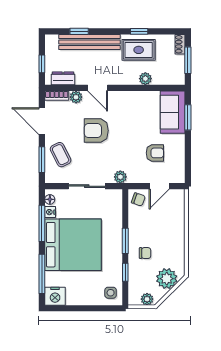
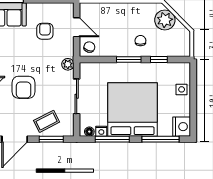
side table: (111, 293) -> (182, 89), moved
plant: (147, 299) -> (185, 39), removed

